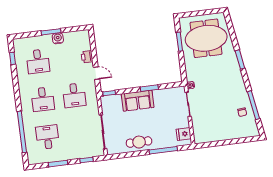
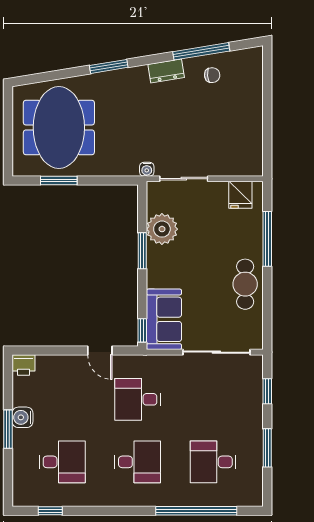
printer: (87, 57) -> (24, 365), moved
door: (96, 73) -> (100, 350), swing flipped
dresser: (241, 89) -> (166, 71), added
desk: (74, 95) -> (138, 399), turned 180
plant: (161, 97) -> (162, 229), added
sofa: (138, 101) -> (164, 319), moved

